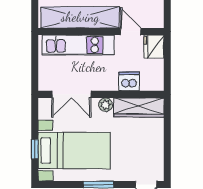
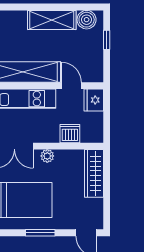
wardrobe: (139, 107) -> (94, 173), moved, turned 90

